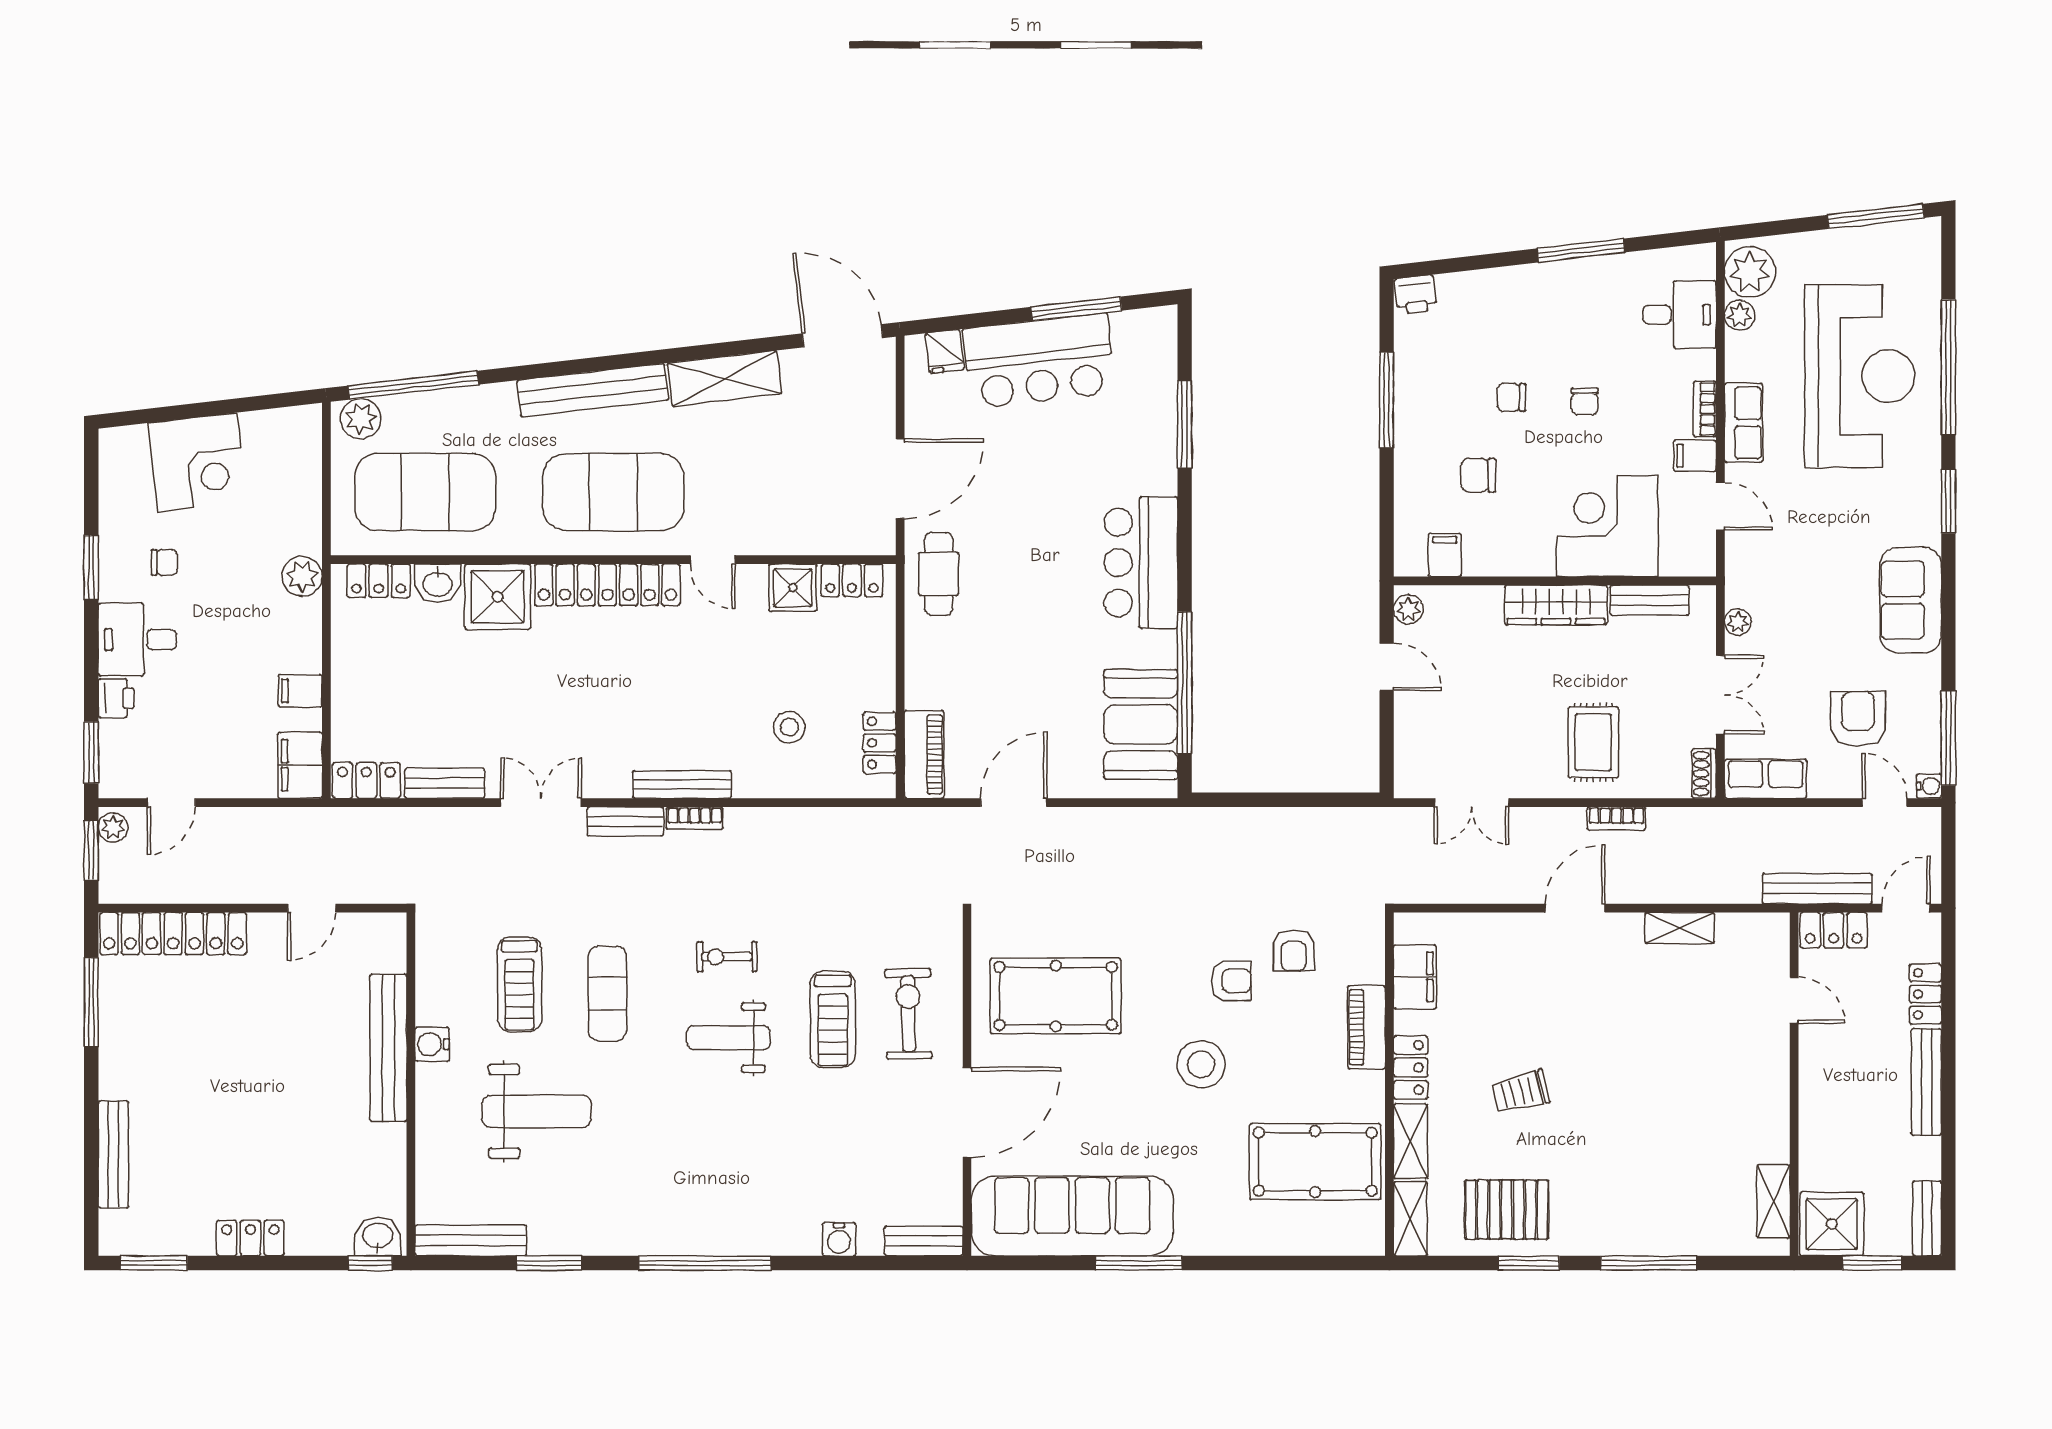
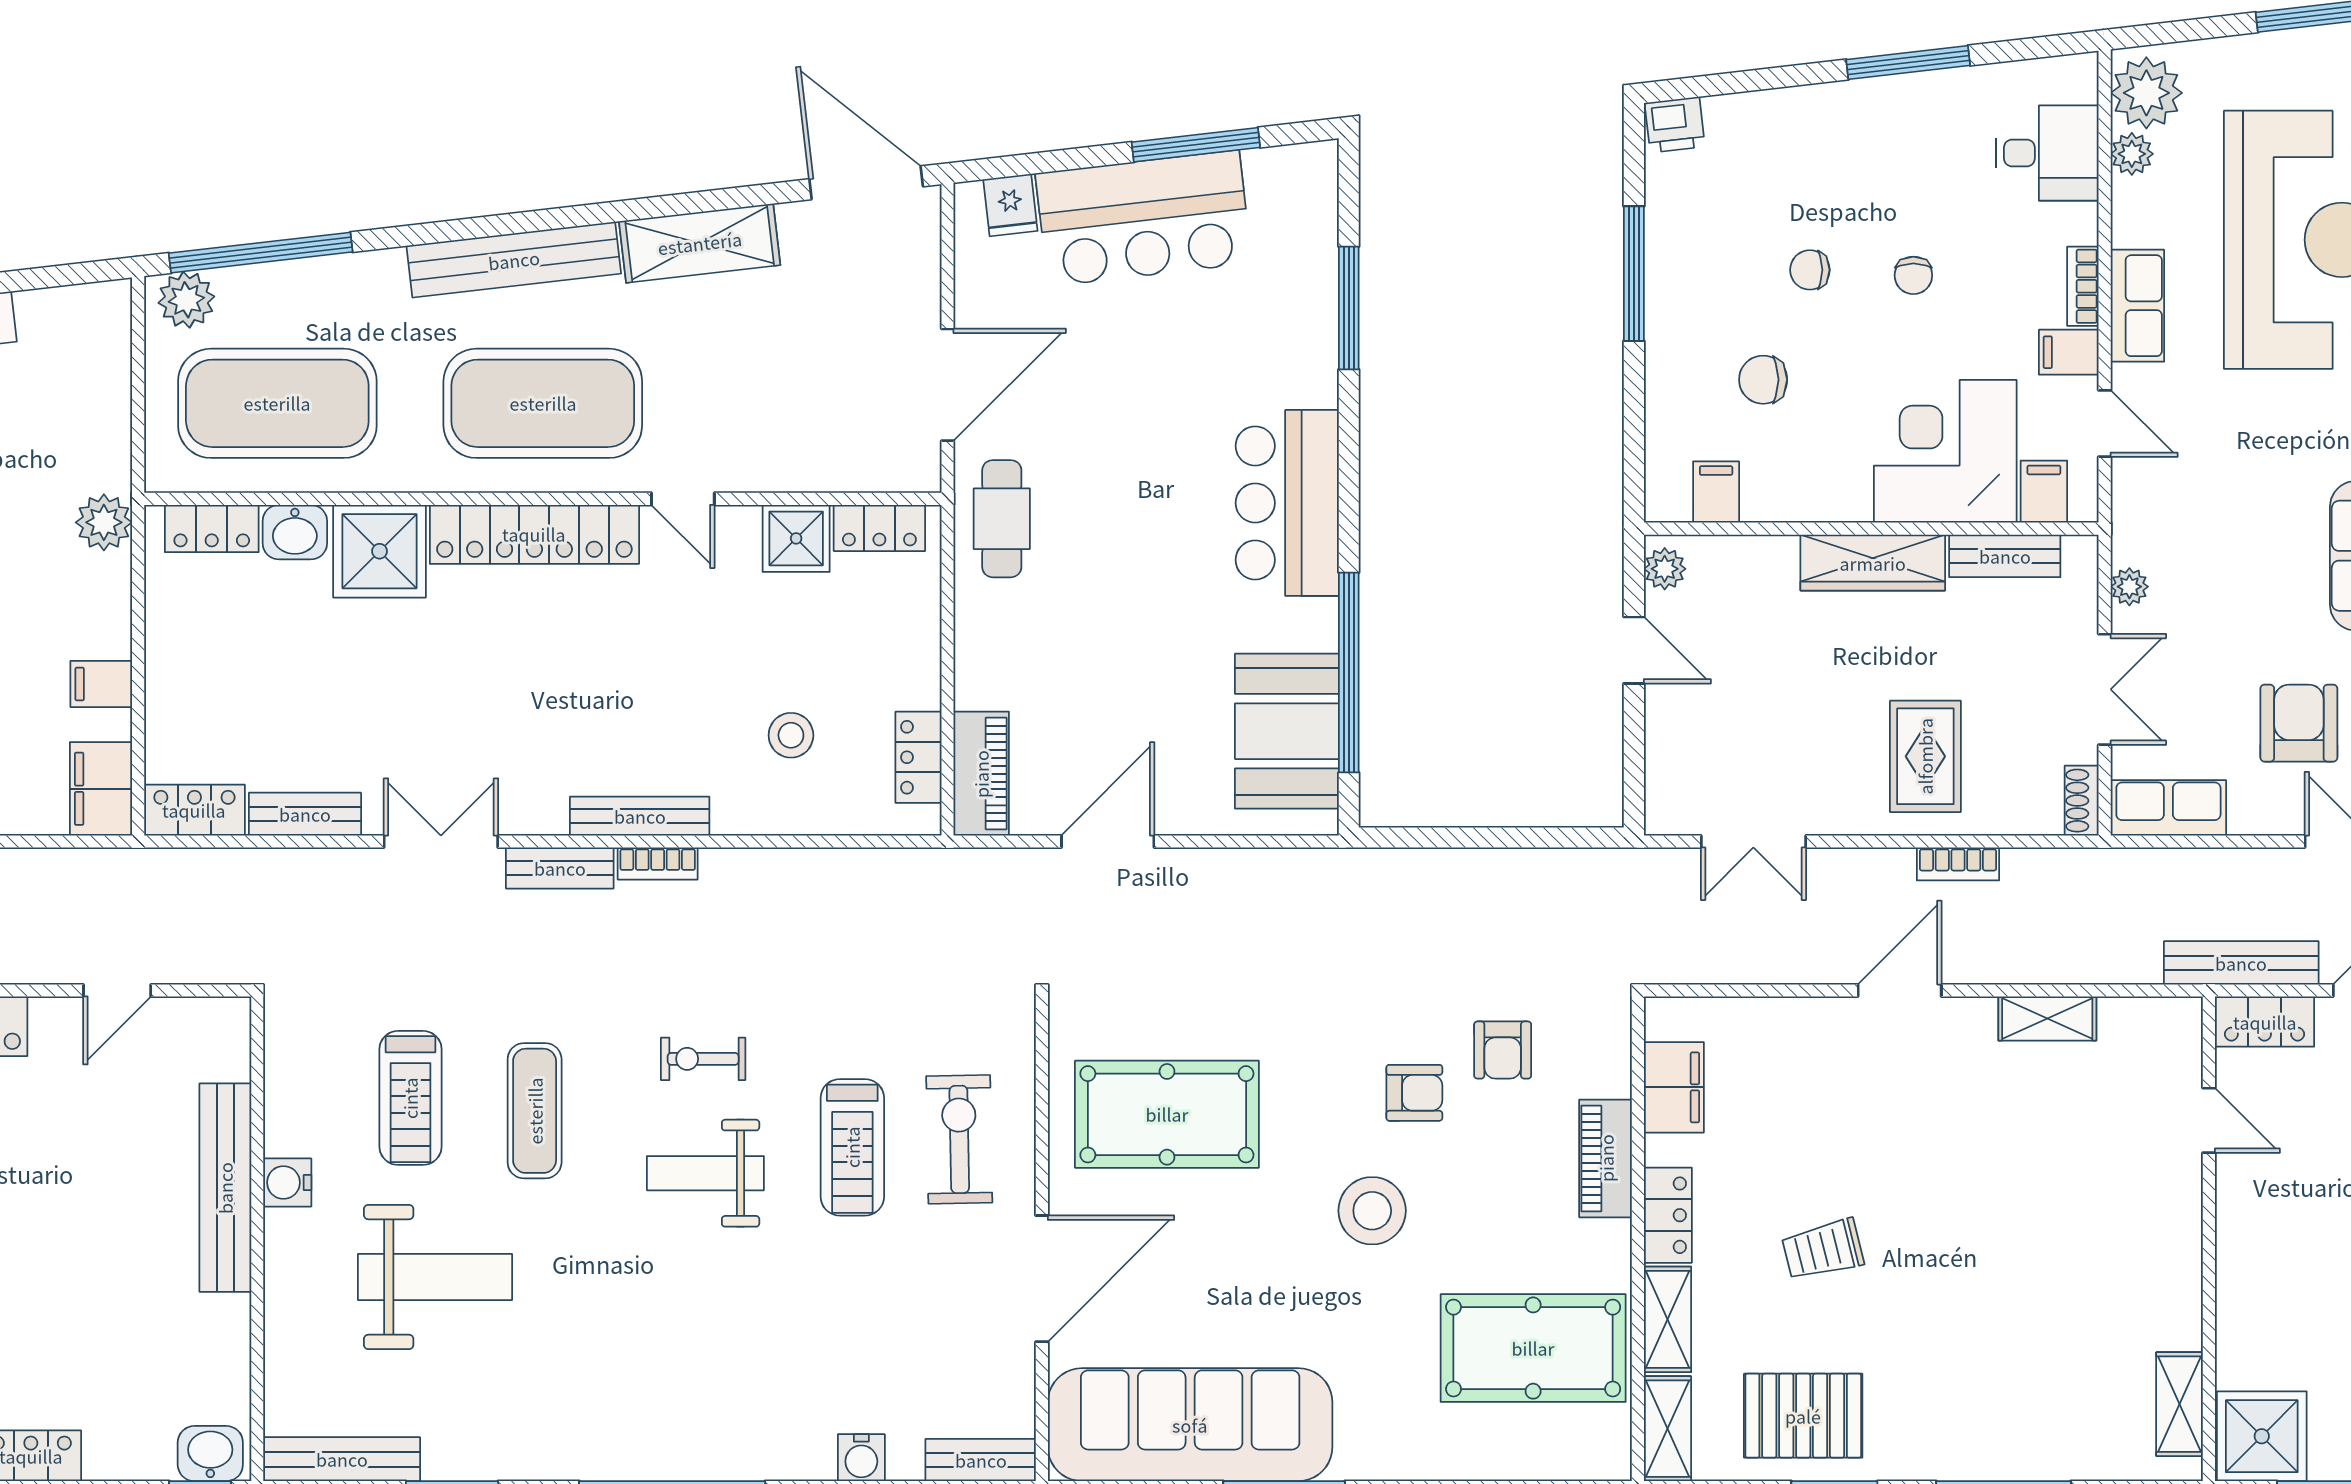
filing cabinet: (1677, 555) -> (2044, 492), added

